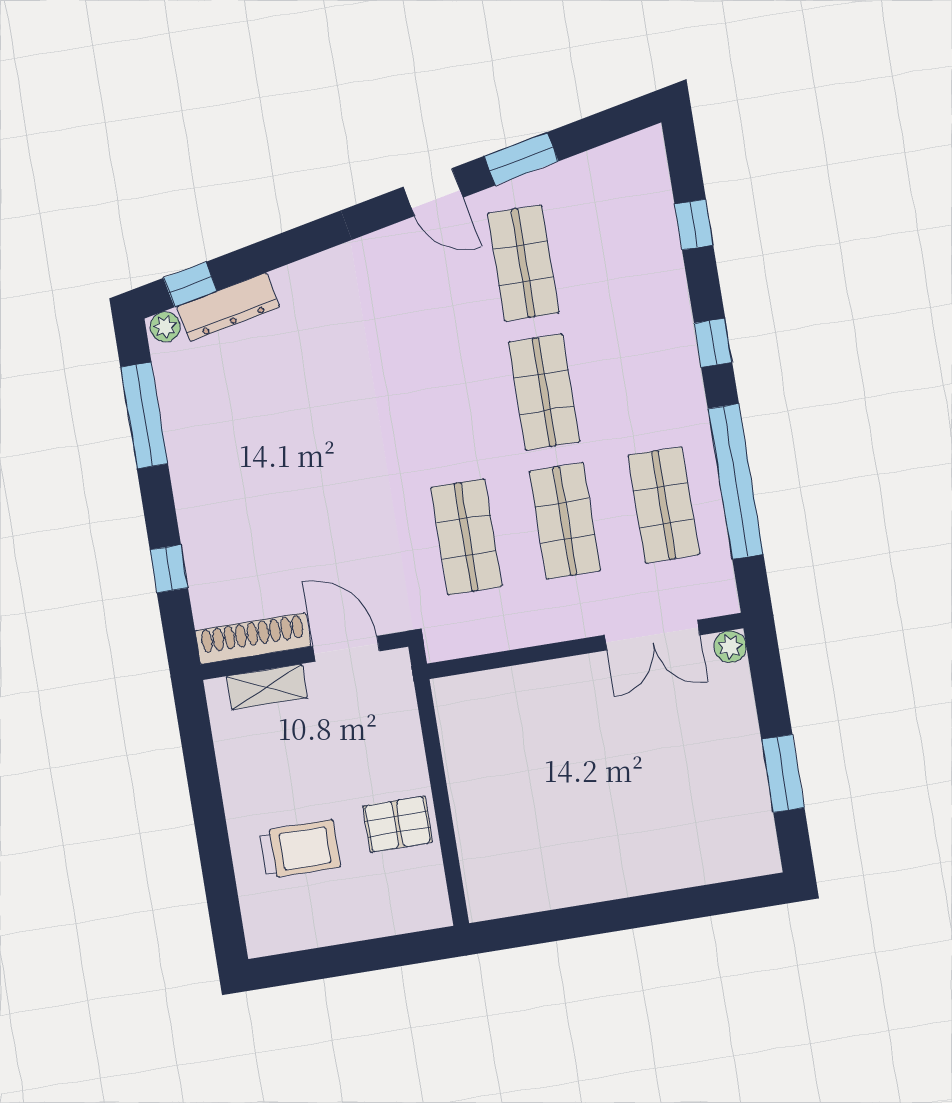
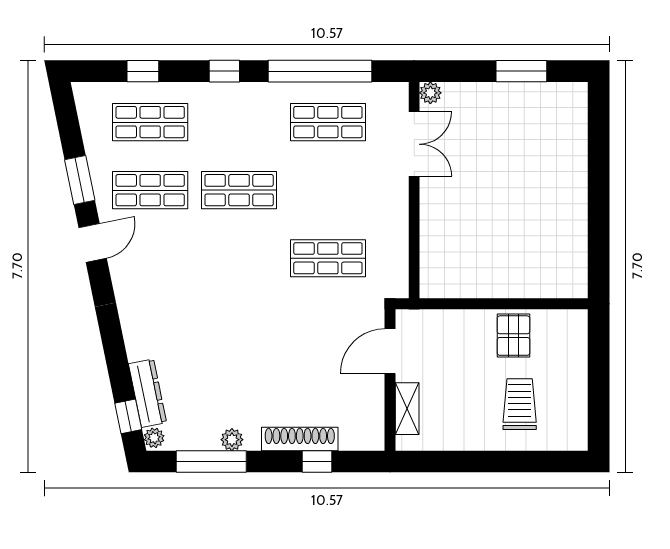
plant: (181, 440) -> (232, 440), added
shop shelf: (565, 521) -> (150, 122), moved
shoe rack: (253, 638) -> (300, 439), moved, turned 90

